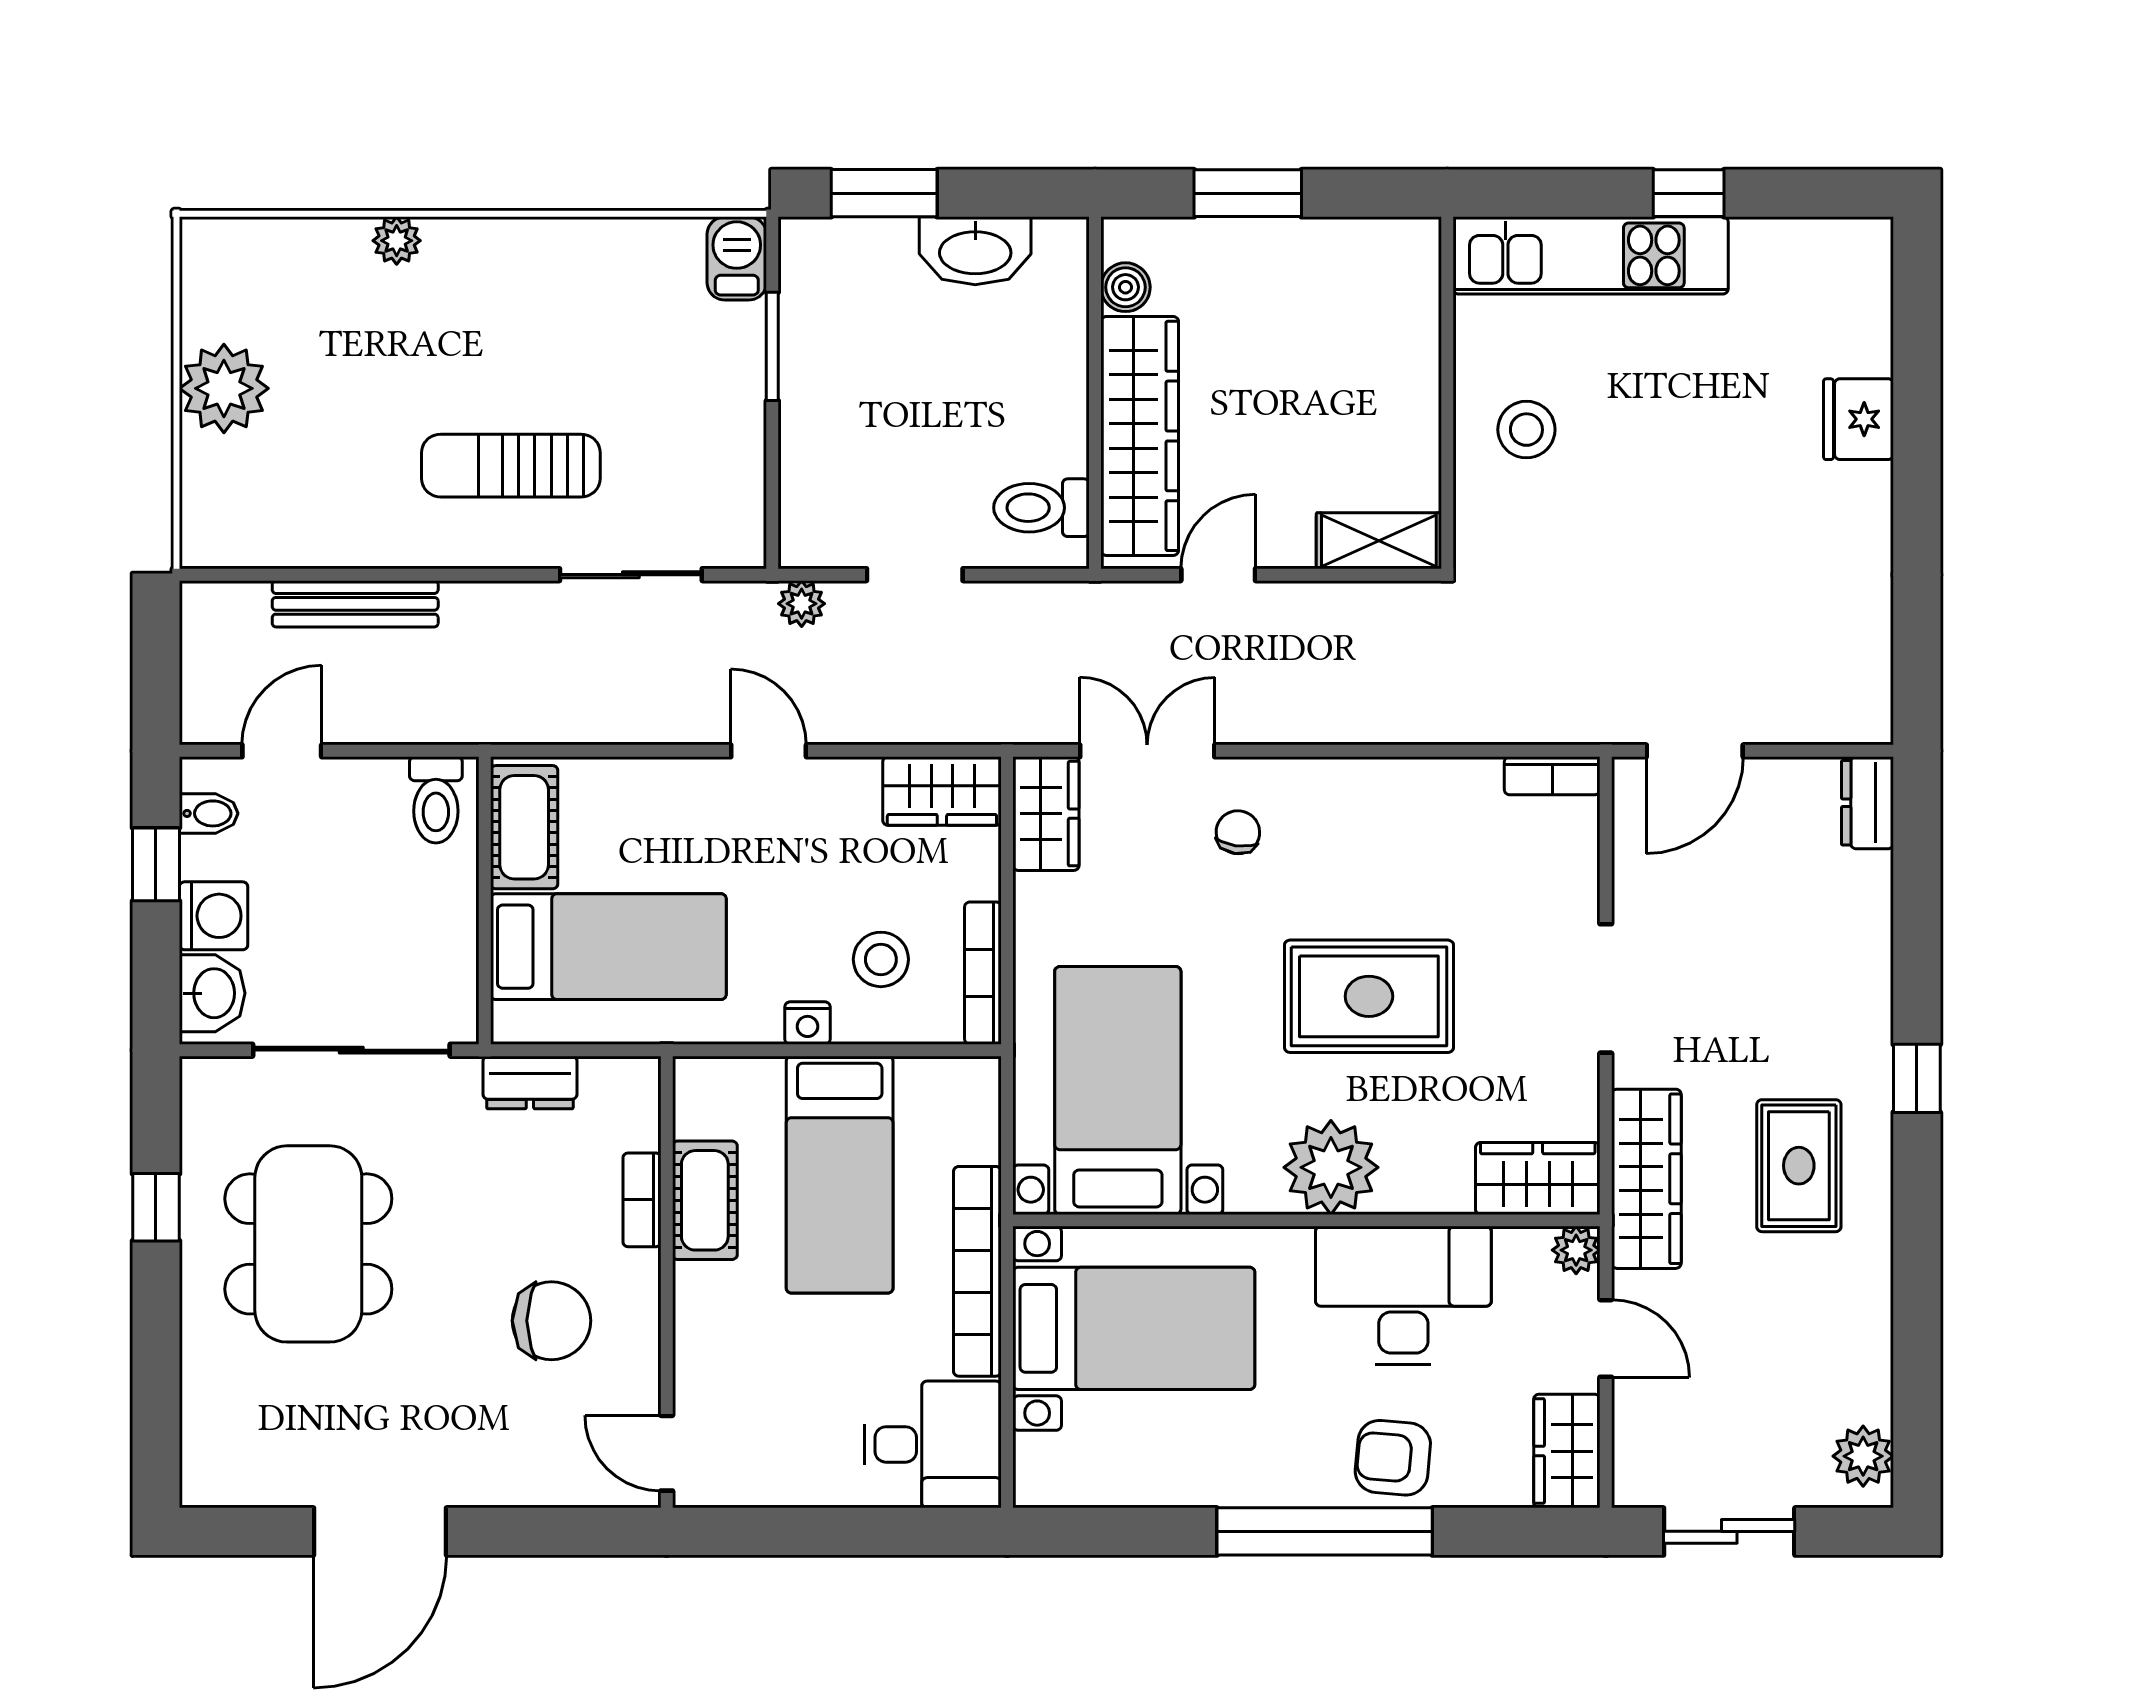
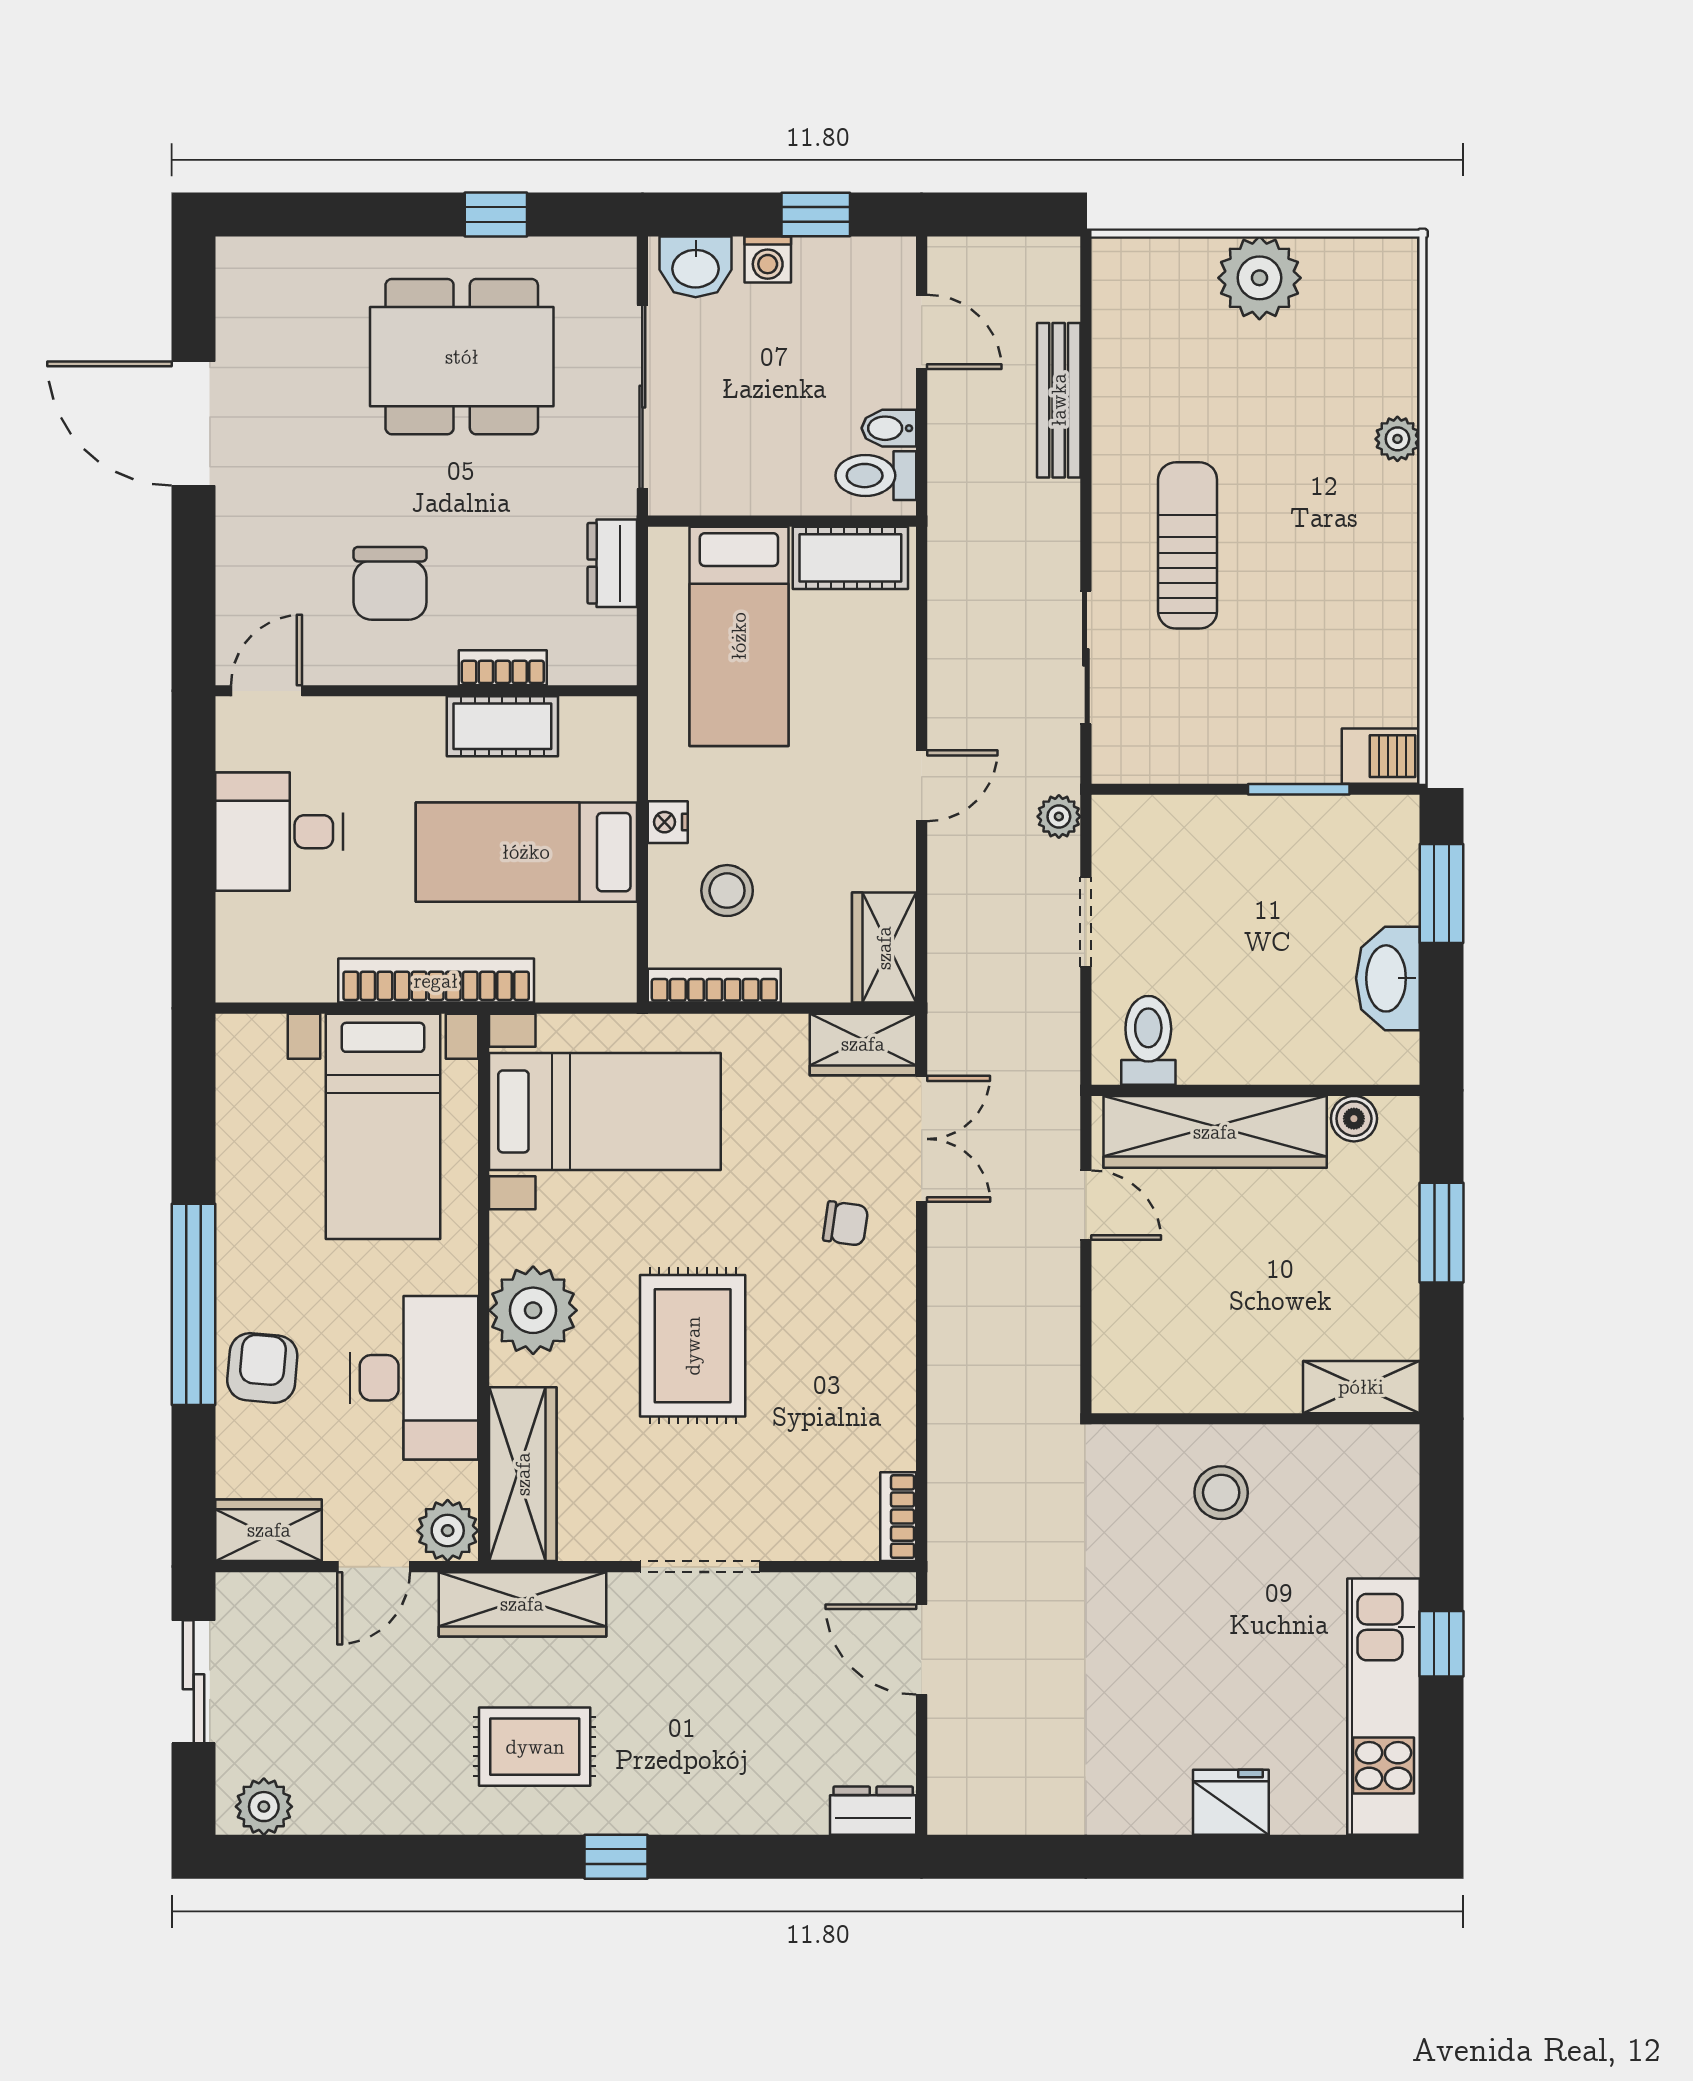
kitchen unit: (1591, 255) -> (1384, 1707), moved
shelving: (1379, 541) -> (1361, 1387), moved, turned 90
bidet: (209, 813) -> (889, 428), moved, turned 90
washing machine: (214, 916) -> (768, 259), width x0.73, depth x0.73
wardrobe: (1538, 1178) -> (523, 1474), width x1.50
plant: (1576, 1250) -> (448, 1531), width x1.38, depth x1.38
desk: (933, 1444) -> (279, 832), moved, turned 90

